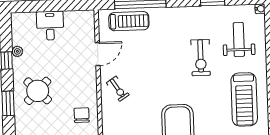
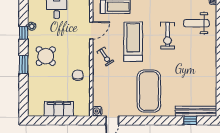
weight bench: (239, 40) -> (196, 23), turned -90
treadmill: (244, 99) -> (133, 42), moved, turned 180

